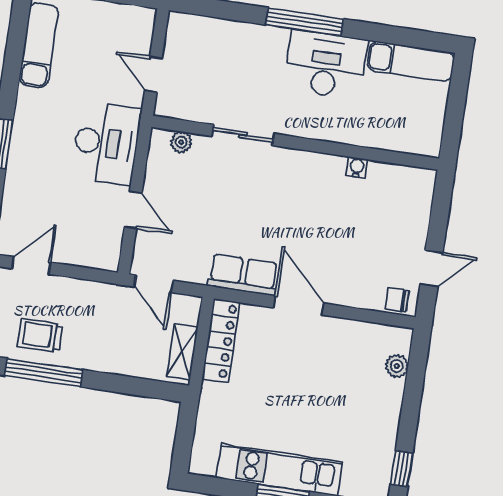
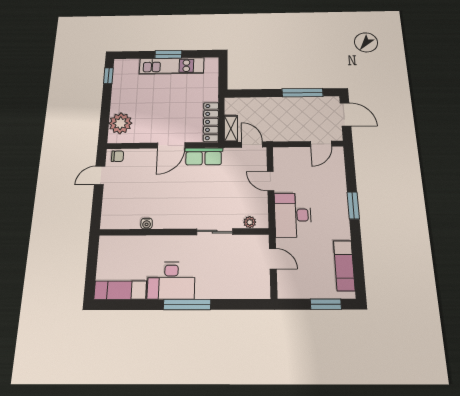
door: (299, 305) -> (171, 145), hinge flipped
trolley: (40, 335) -> (308, 110), removed
shelving: (182, 352) -> (231, 129), moved
plant: (397, 366) -> (120, 123), width x1.88, depth x1.88

